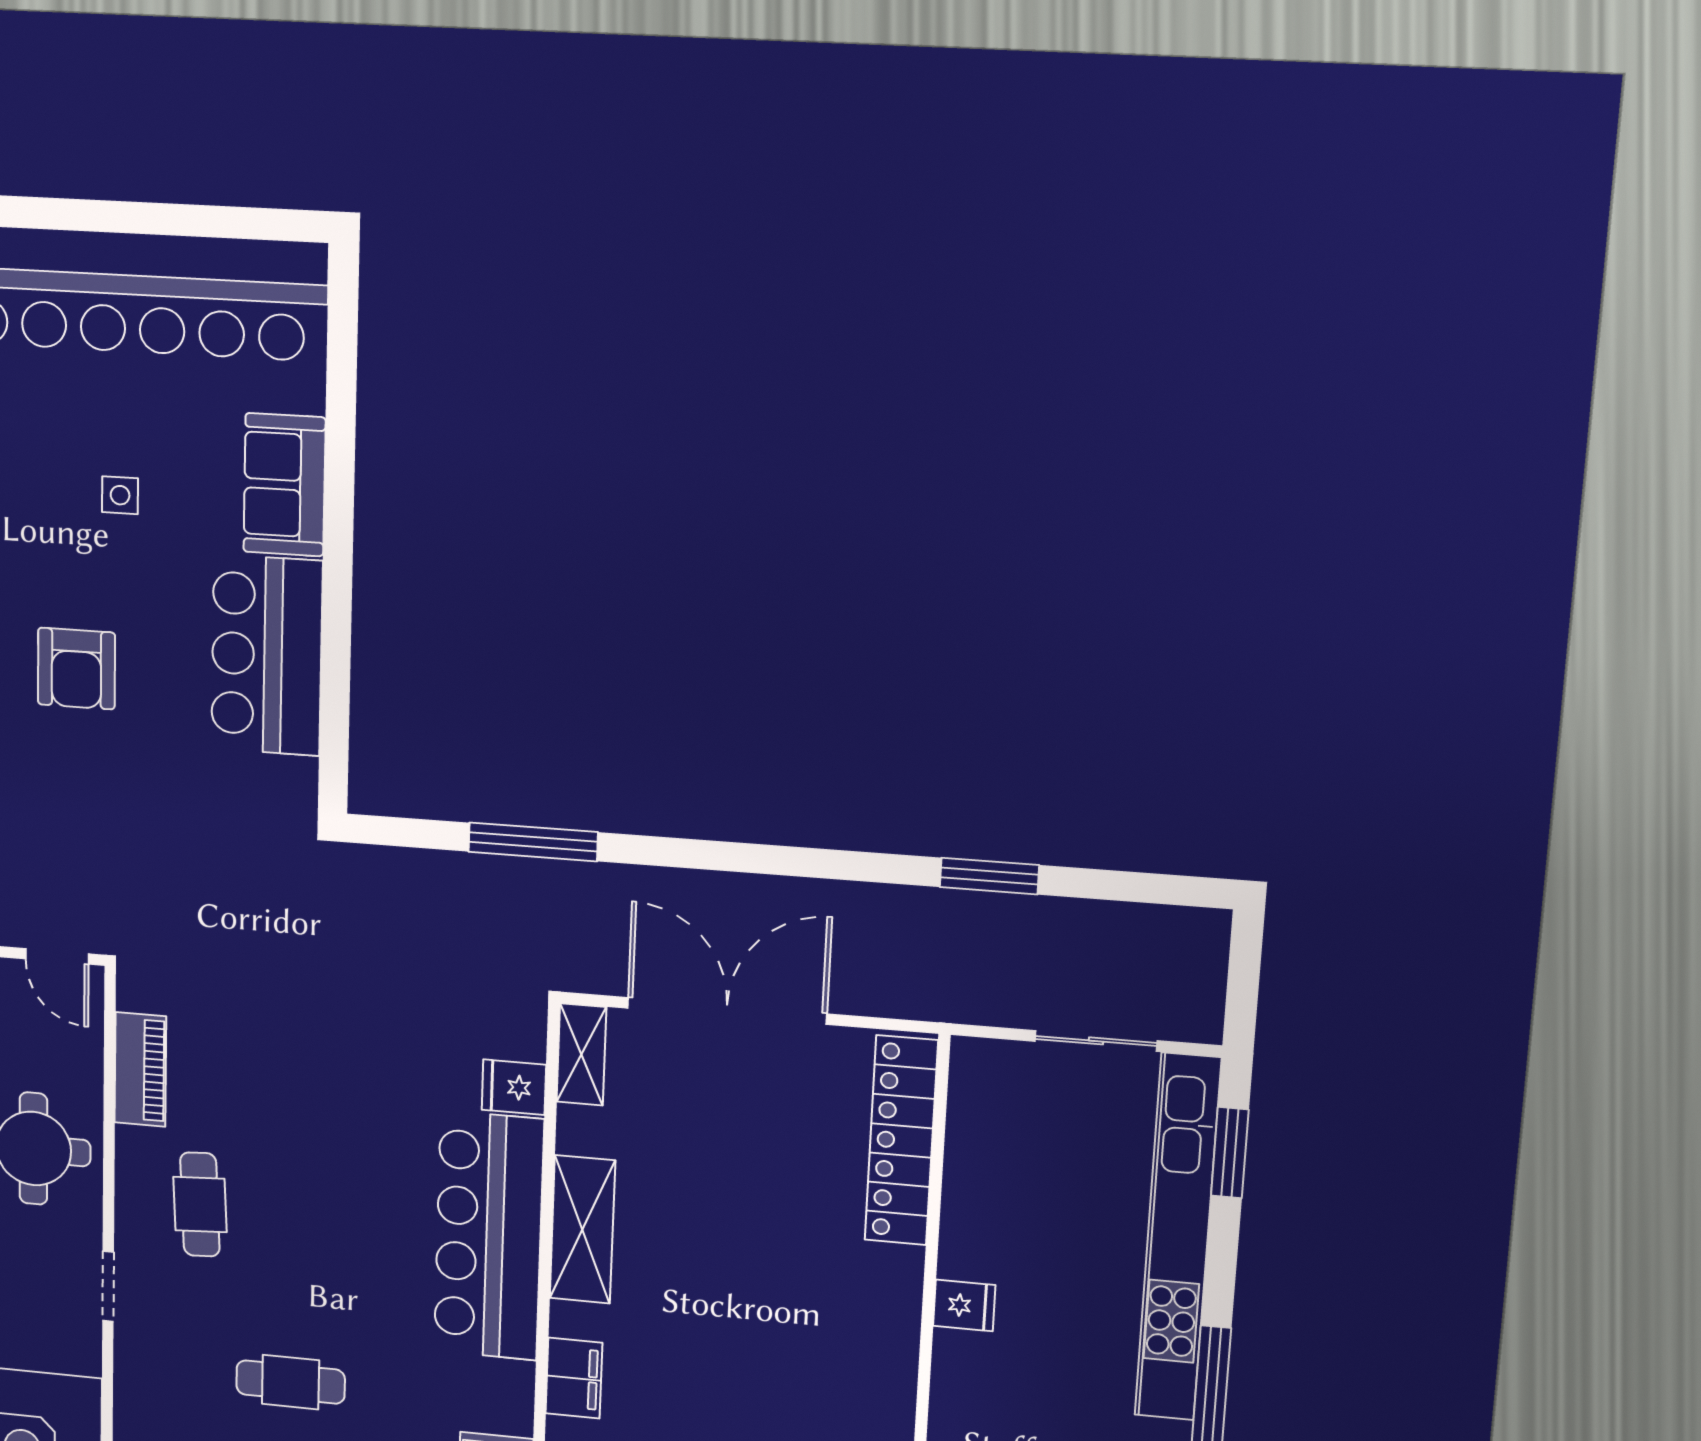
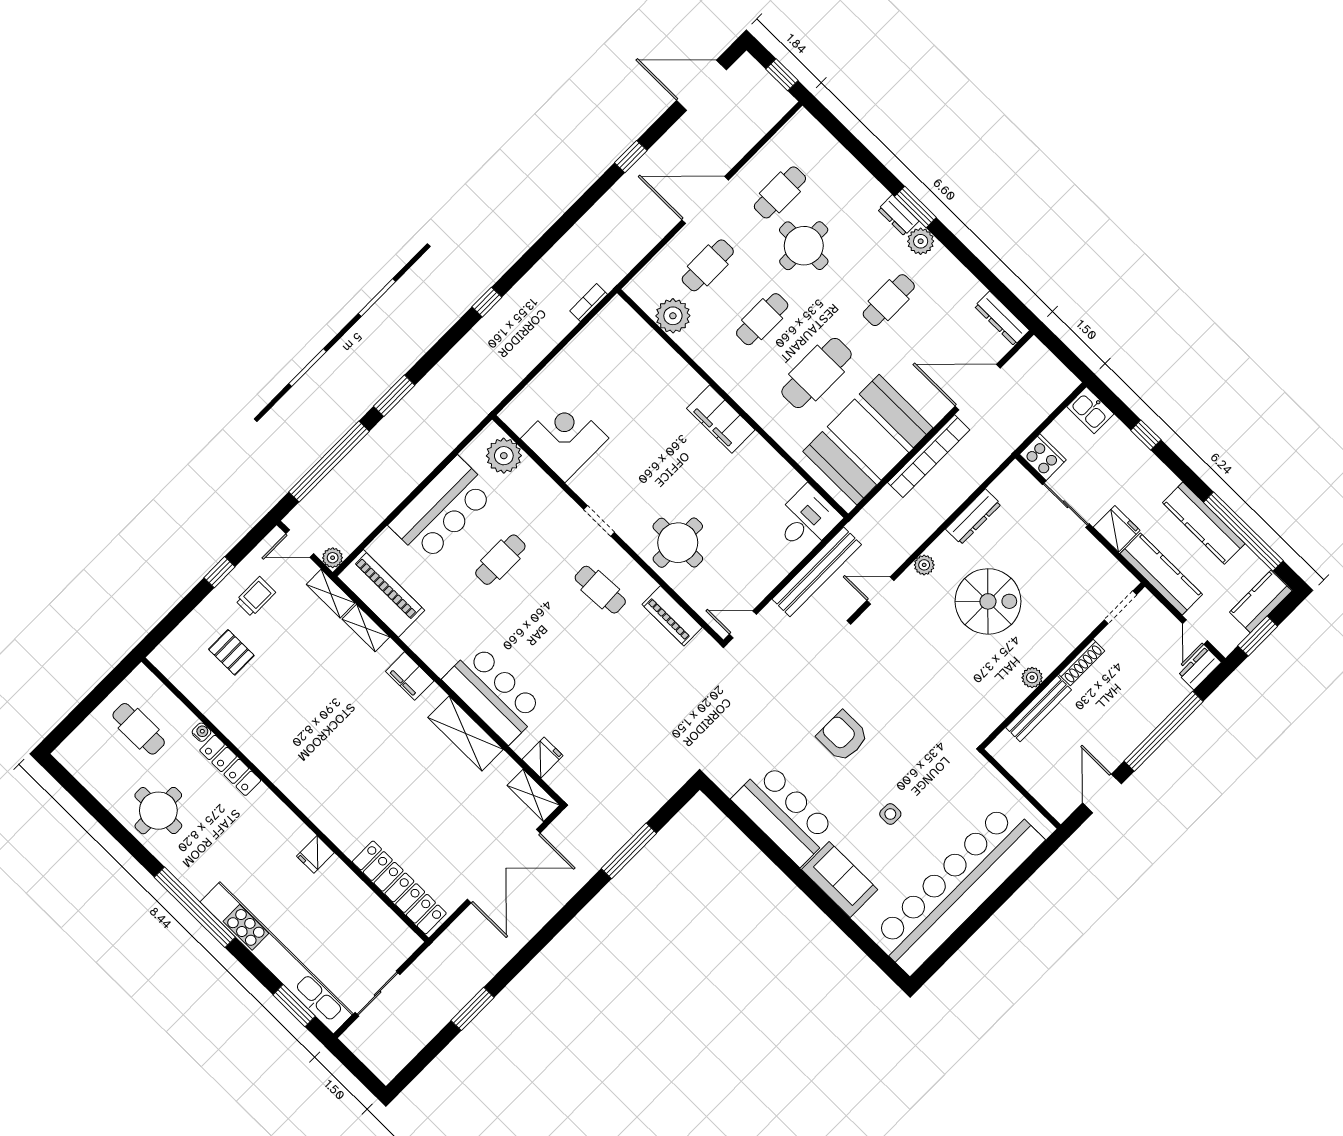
bar counter: (489, 1236) -> (493, 694), width x0.73

